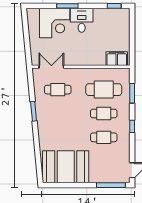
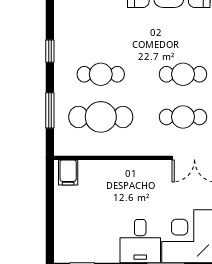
filing cabinet: (117, 59) -> (68, 172), width x0.50
cafe table: (104, 137) -> (183, 74), moved

